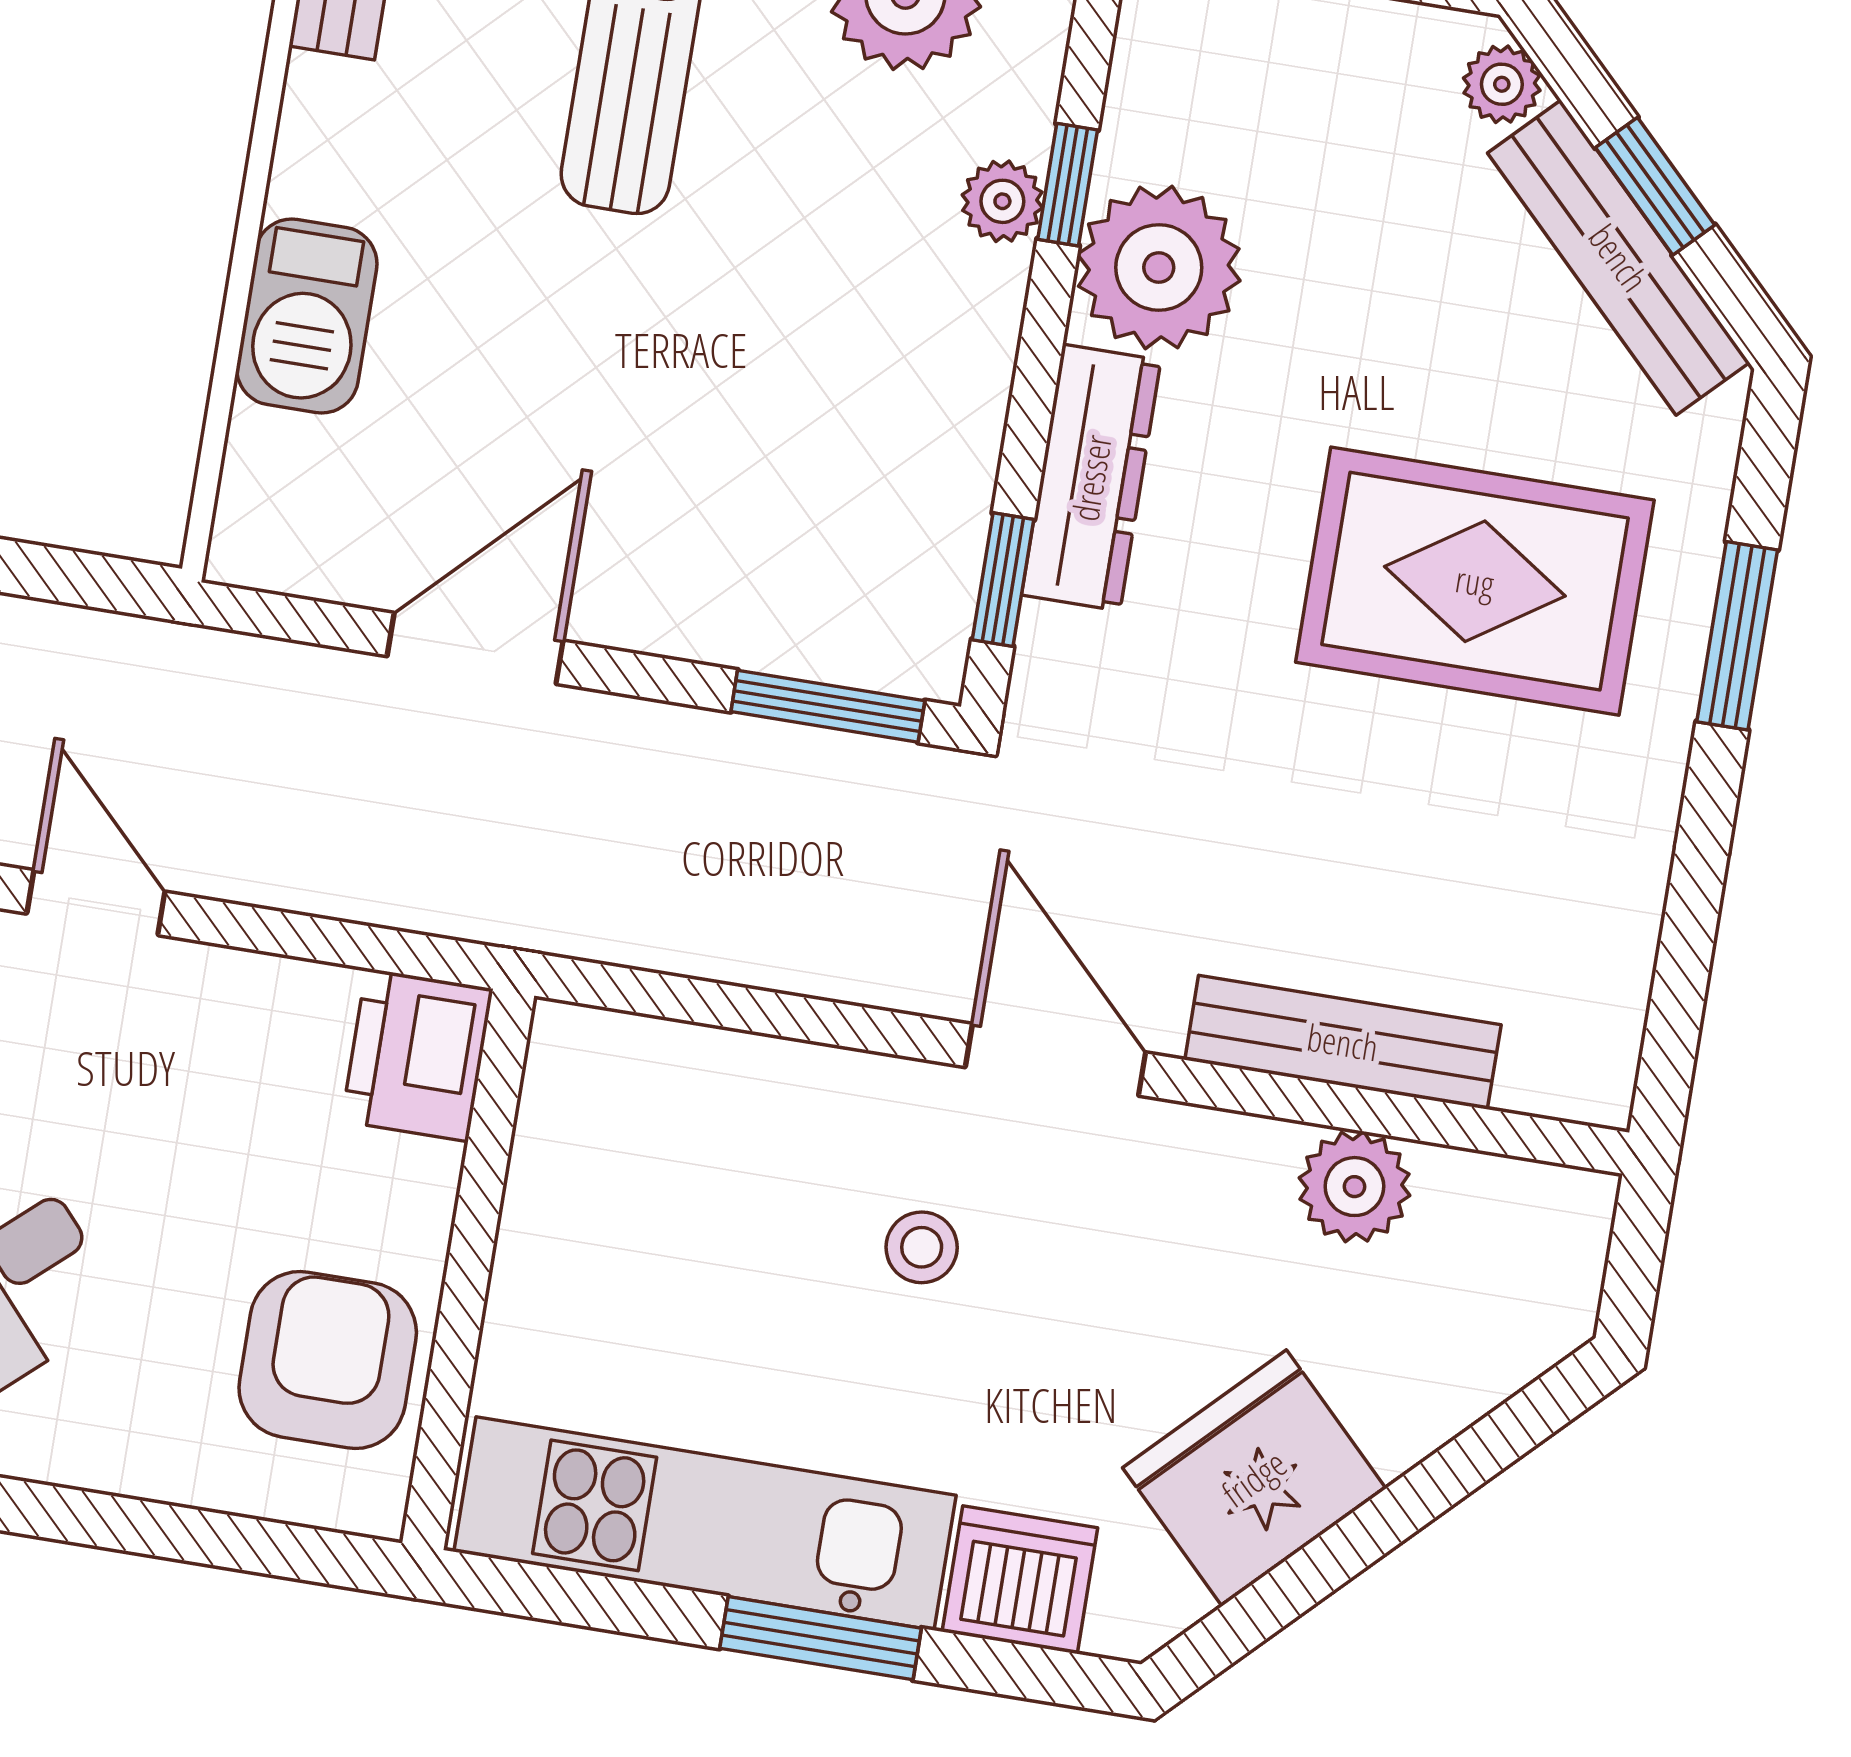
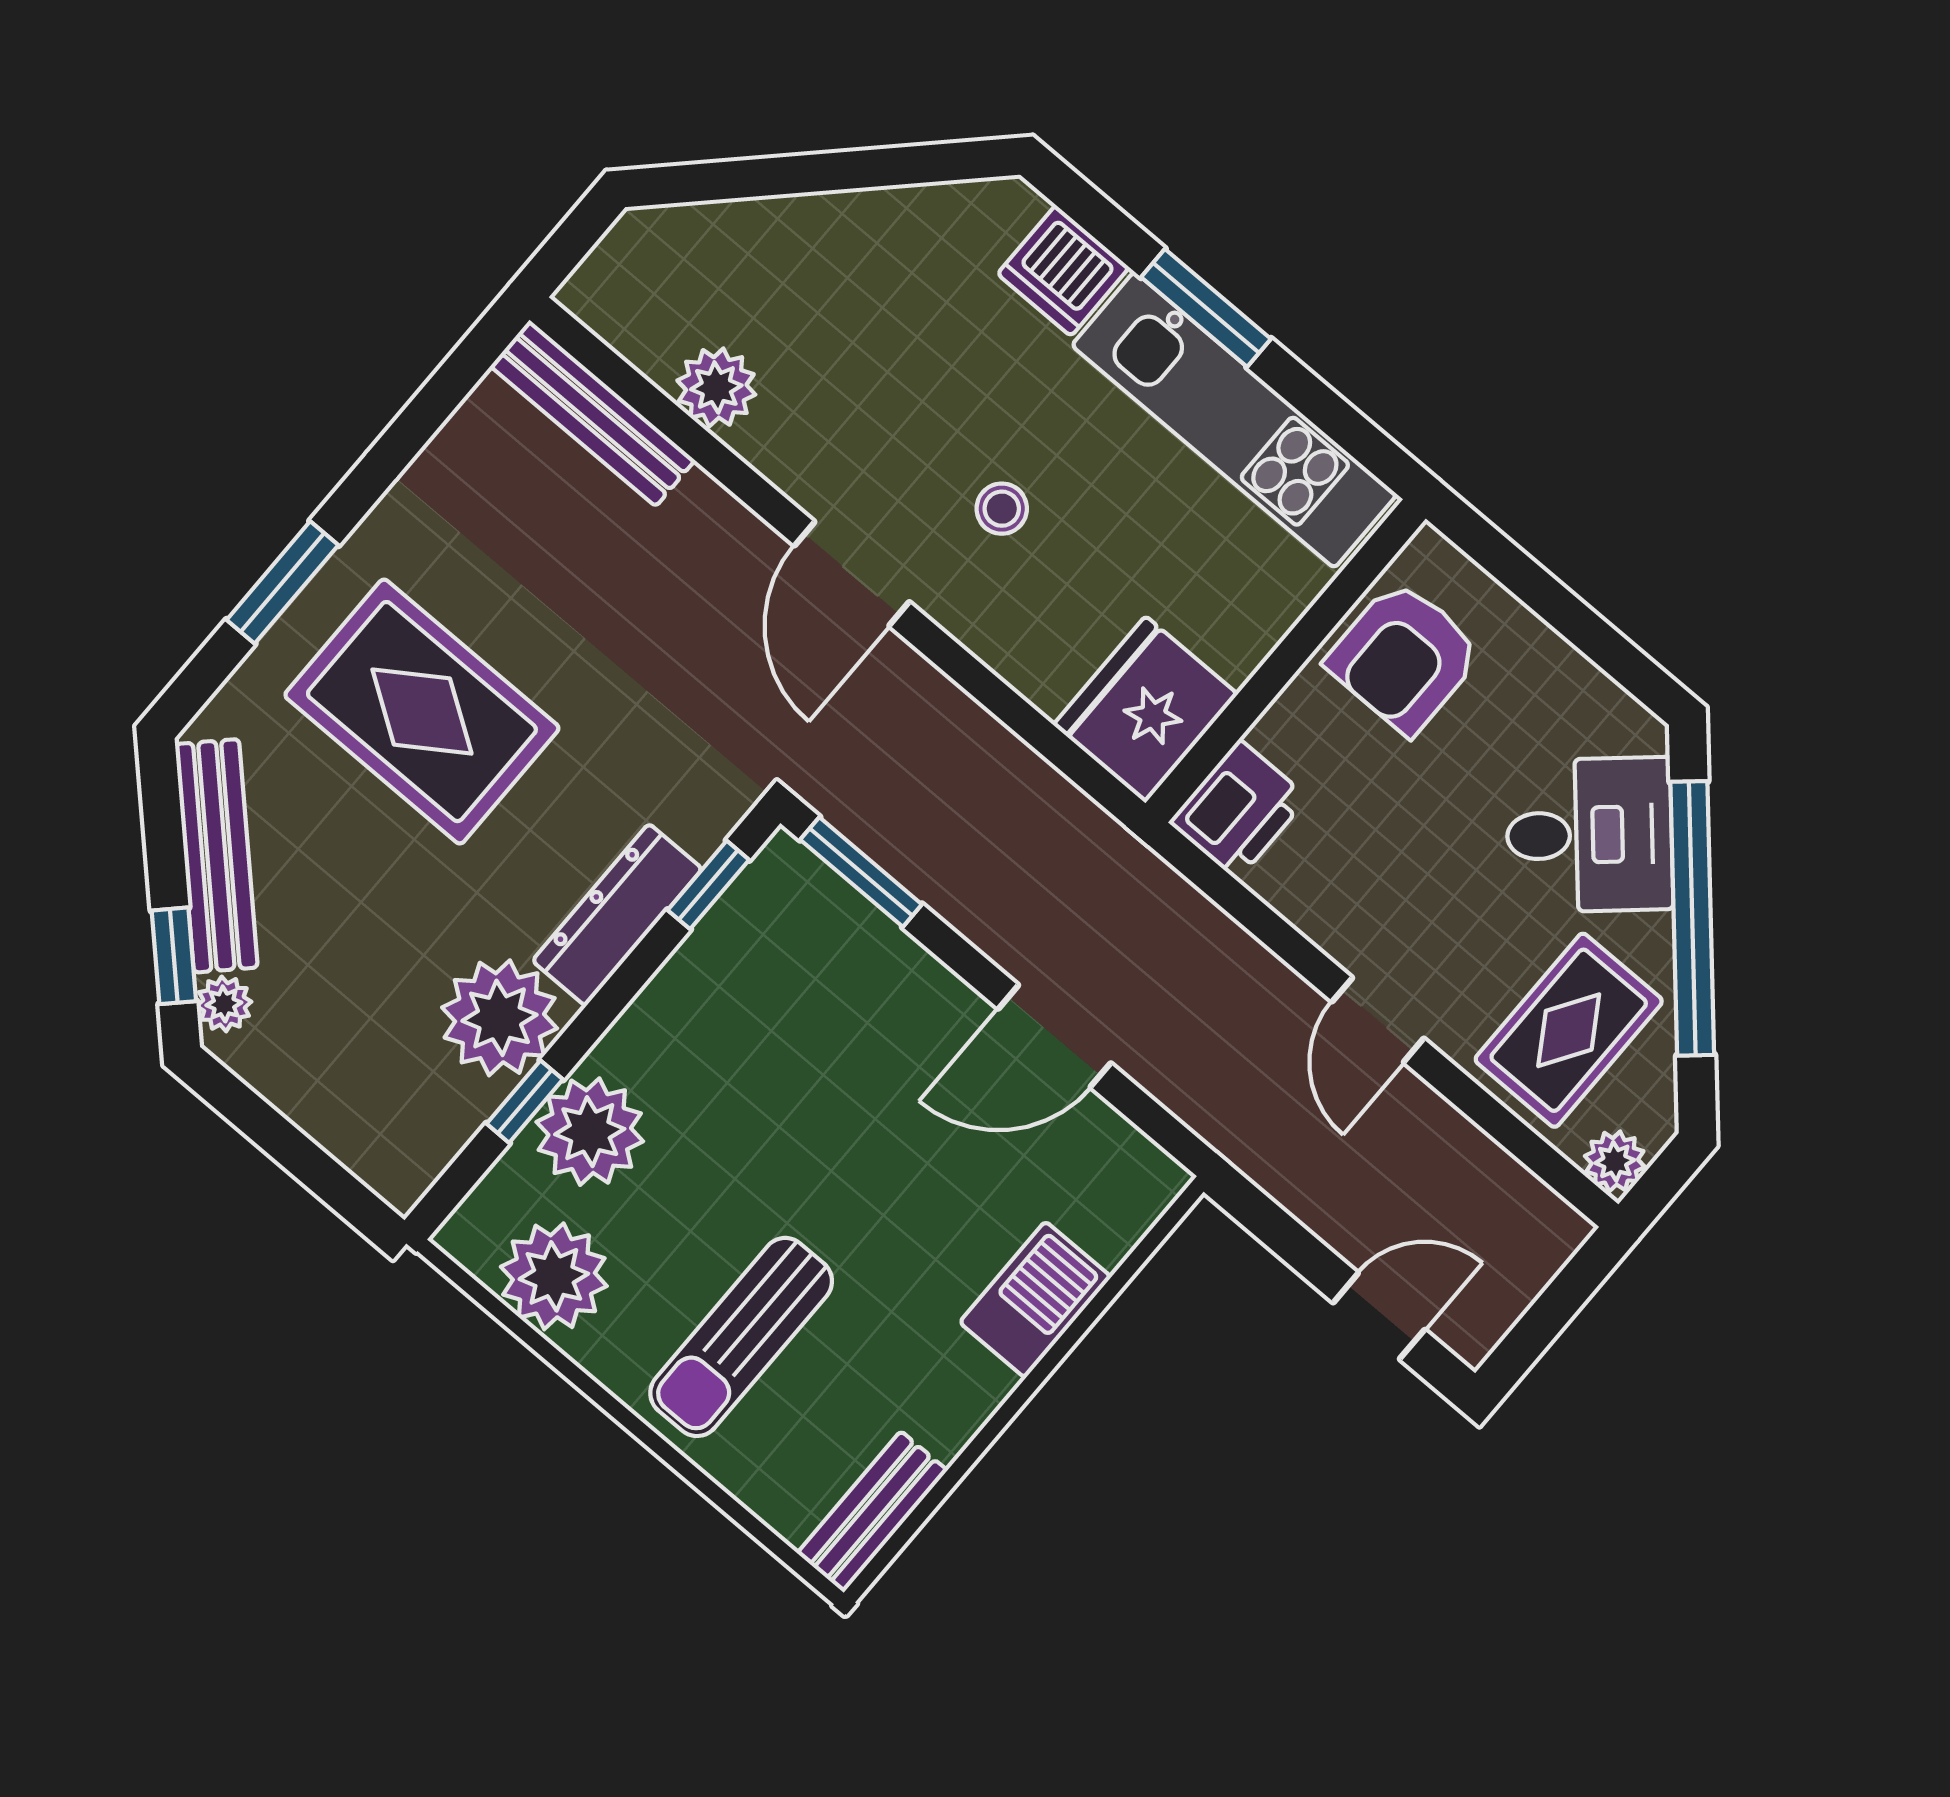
window: (1655, 186) -> (174, 956), moved
plant: (1002, 201) -> (590, 1132), width x1.88, depth x1.88
bench: (1343, 1042) -> (593, 413), moved
fridge: (1254, 1478) -> (1145, 710), moved, turned 135

